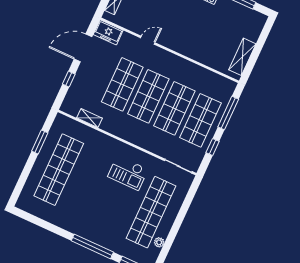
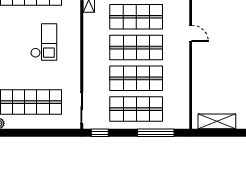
door: (148, 40) -> (191, 33), moved
window: (213, 147) -> (100, 133), moved
checkout: (128, 173) -> (44, 42), moved, turned 180

